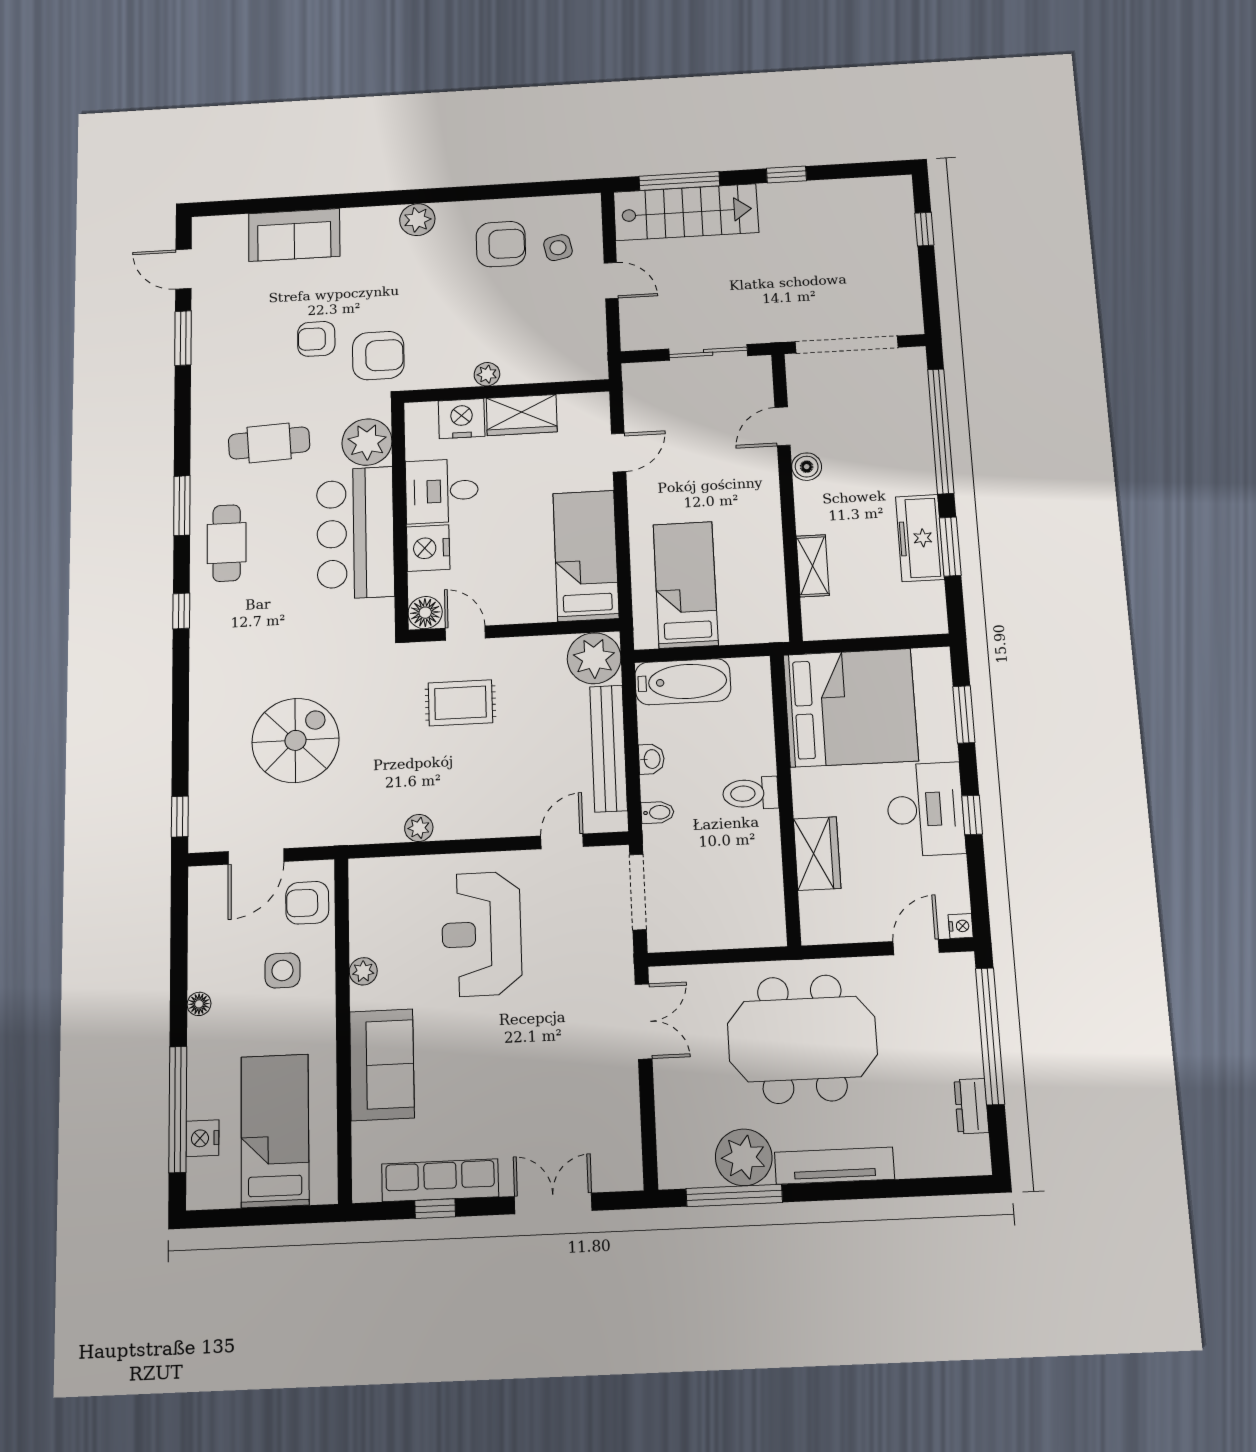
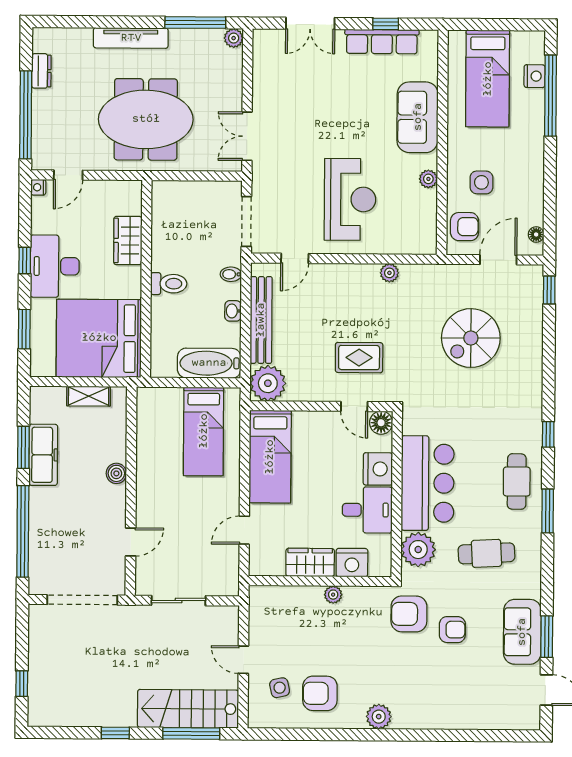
sofa: (294, 235) -> (522, 632), moved, turned -90
boiler: (807, 467) -> (116, 473), moved
shelving: (813, 566) -> (89, 396), moved, turned 90
floor lamp: (199, 1004) -> (536, 234), moved
plant: (744, 1157) -> (234, 38), moved, width x0.53, depth x0.53

